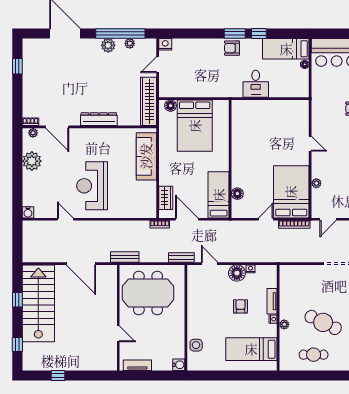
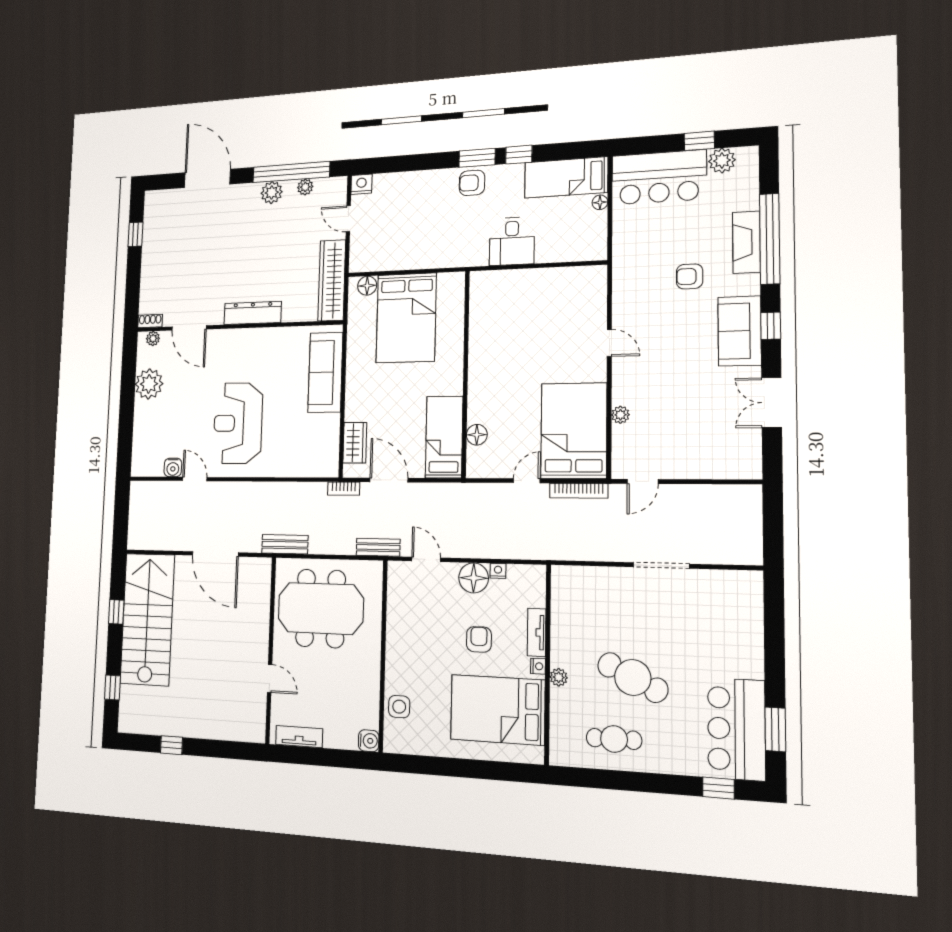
door: (158, 65) -> (348, 219), hinge flipped
water cooler: (28, 212) -> (173, 467), moved
bed: (251, 349) -> (498, 710), width x1.50

